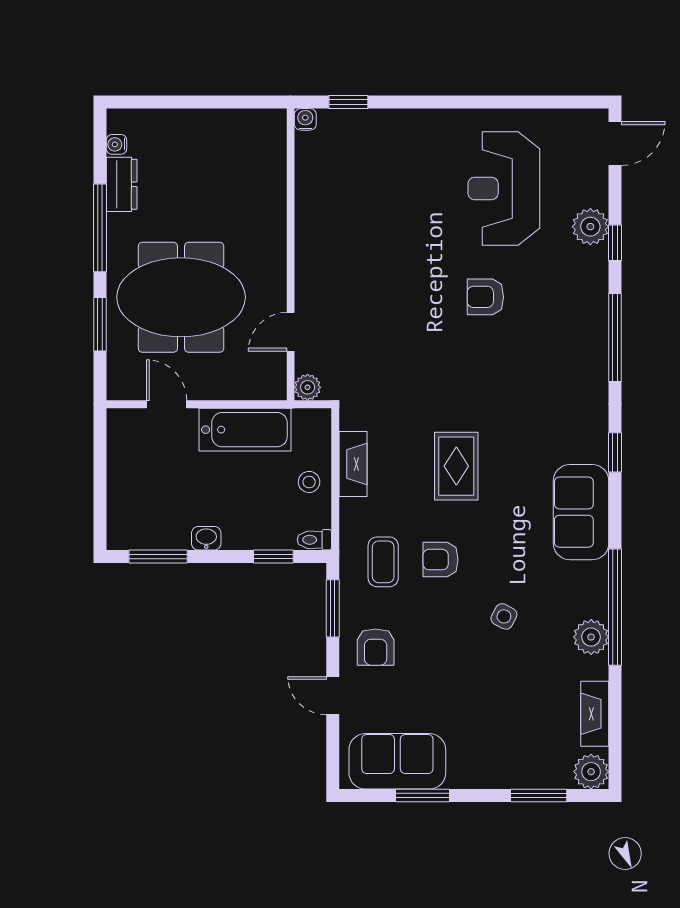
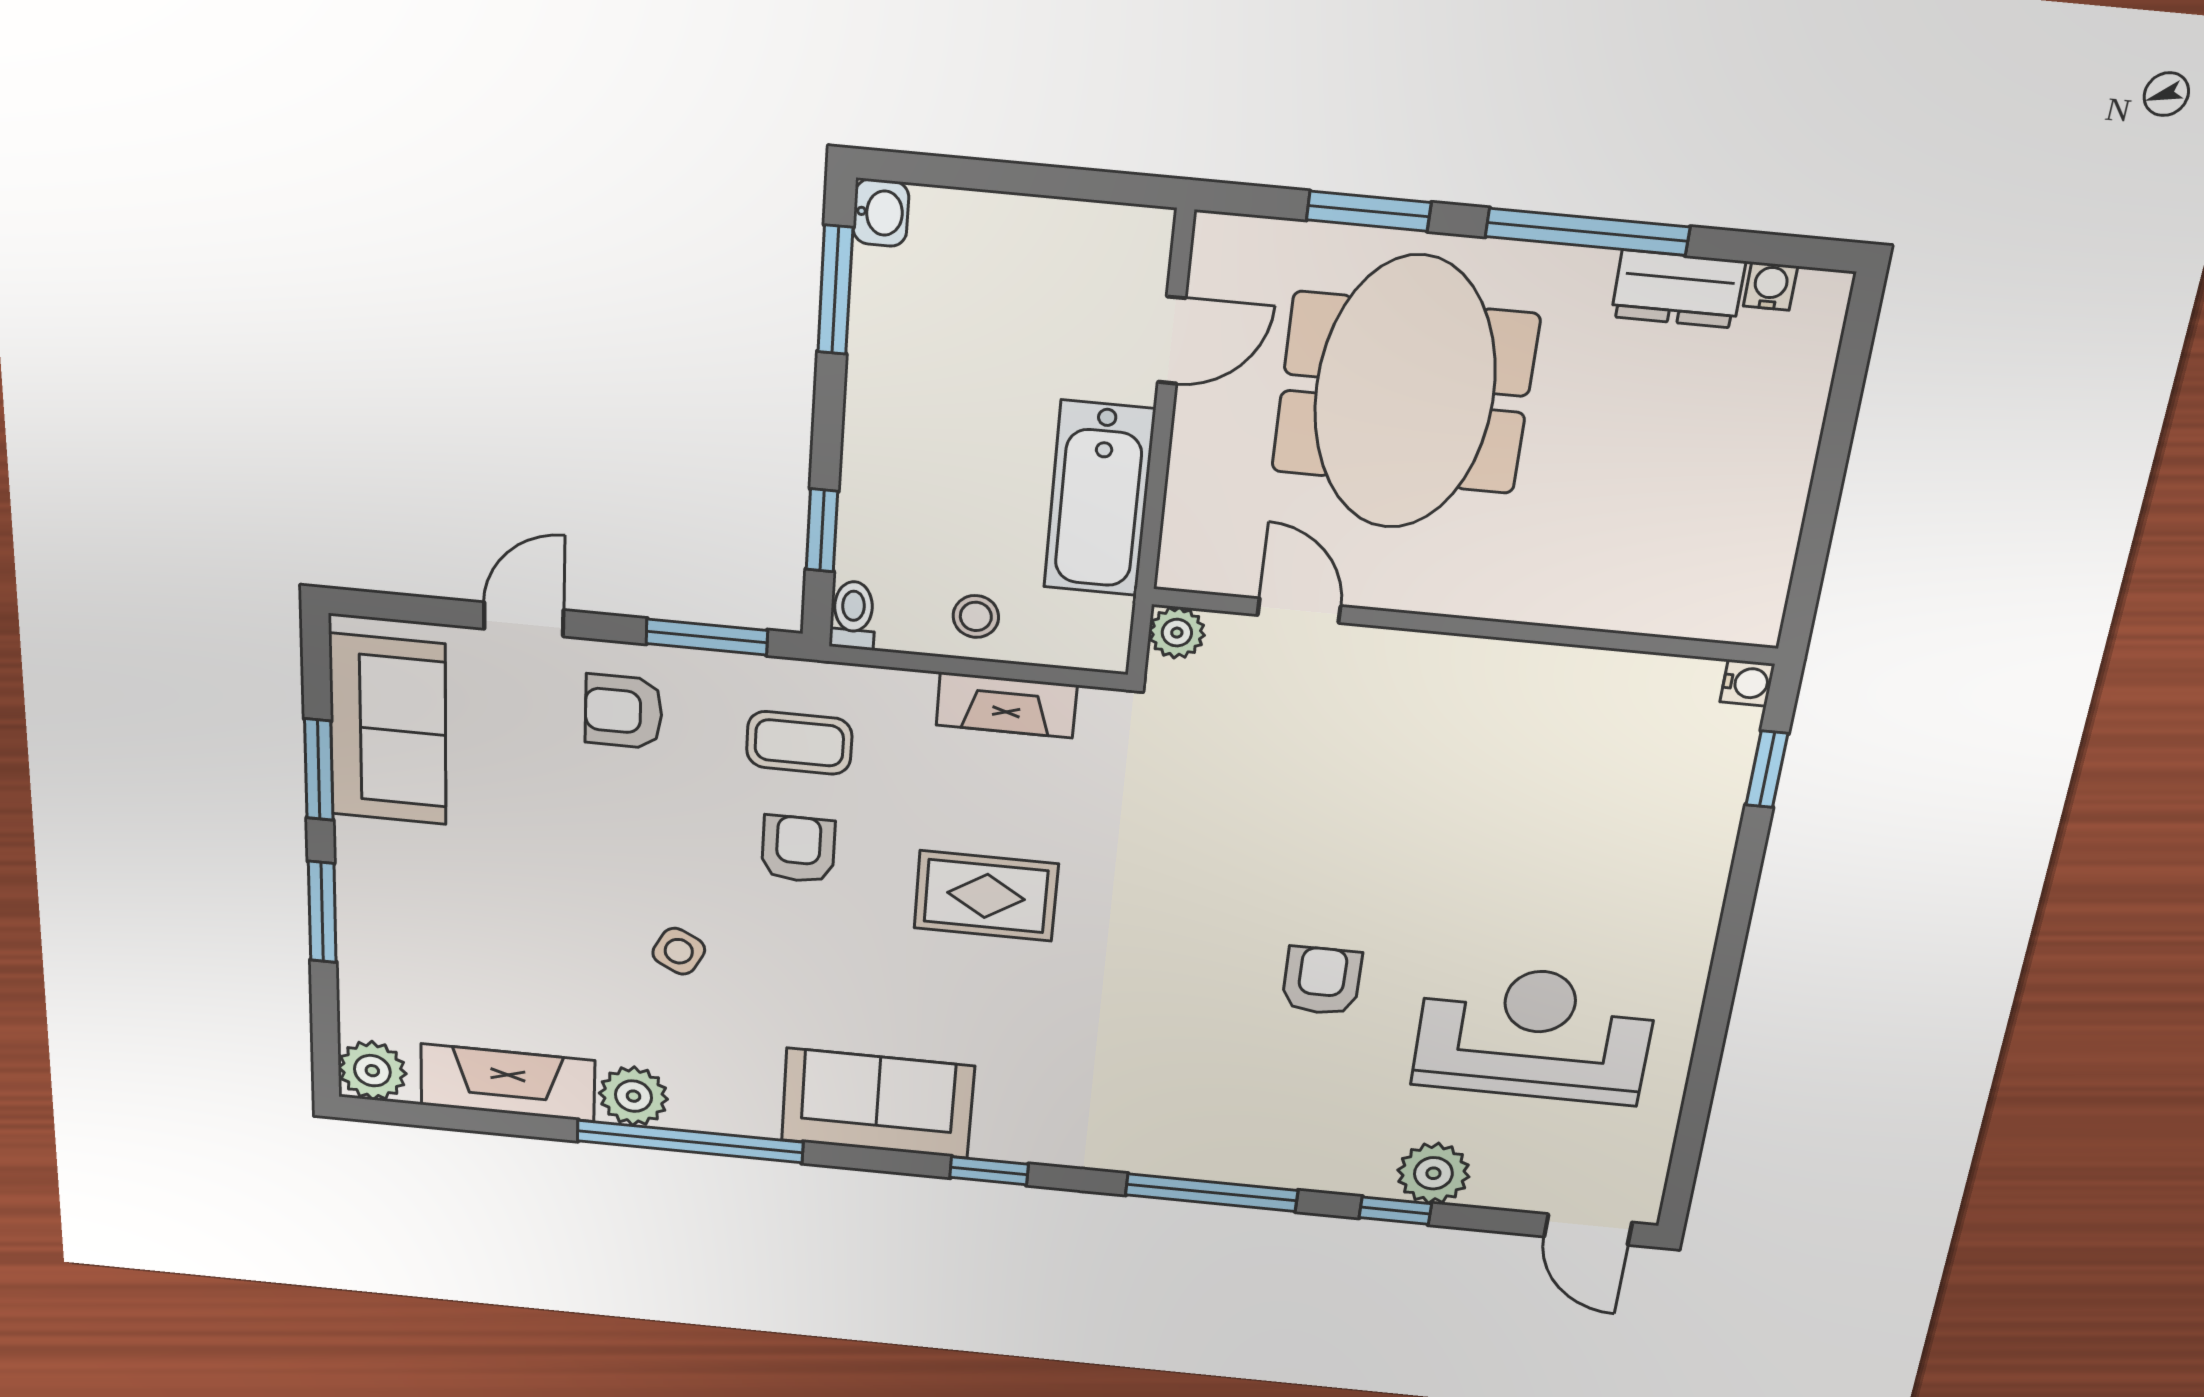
washbasin: (206, 538) -> (881, 213), moved
fireplace: (595, 714) -> (508, 1083), width x1.37, depth x1.32
window: (539, 796) -> (322, 912), moved

